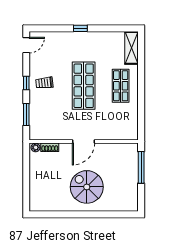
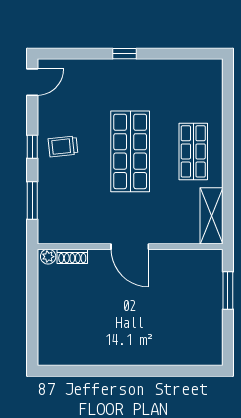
shelving: (131, 48) -> (212, 216), moved
door: (83, 142) -> (130, 247), hinge flipped
window: (141, 167) -> (228, 291), width x0.69
spiral stairs: (87, 187) -> (135, 324), removed

